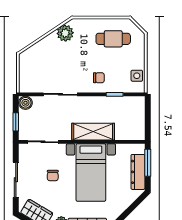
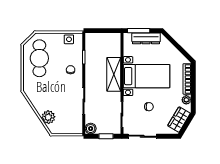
plant: (65, 33) -> (48, 117), moved
cafe table: (113, 39) -> (39, 58), width x1.37, depth x1.35
sliding door: (16, 180) -> (142, 136), moved

